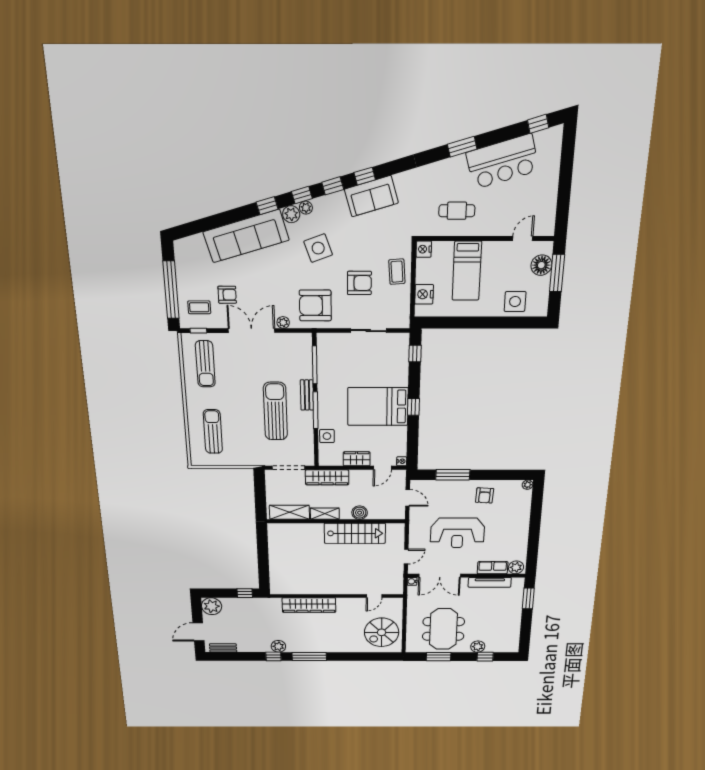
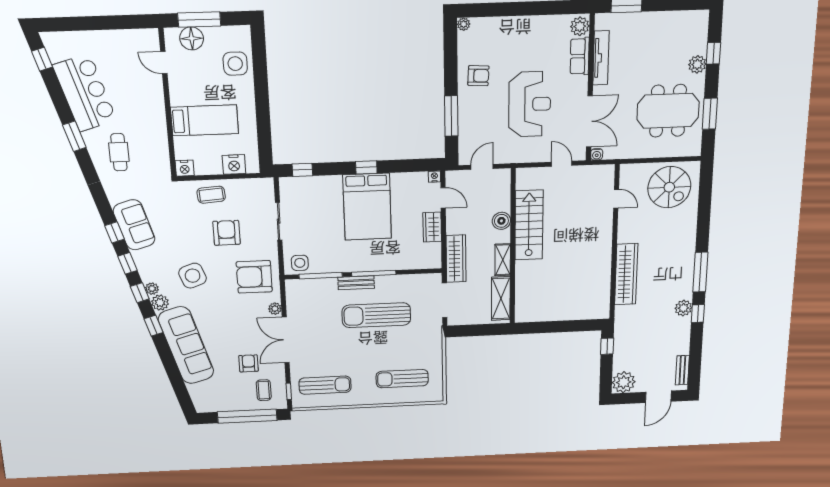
cafe table: (457, 211) -> (119, 152), moved
armchair: (315, 305) -> (254, 277), turned 90
side table: (327, 436) -> (300, 263), moved
door: (198, 632) -> (658, 397), hinge flipped

